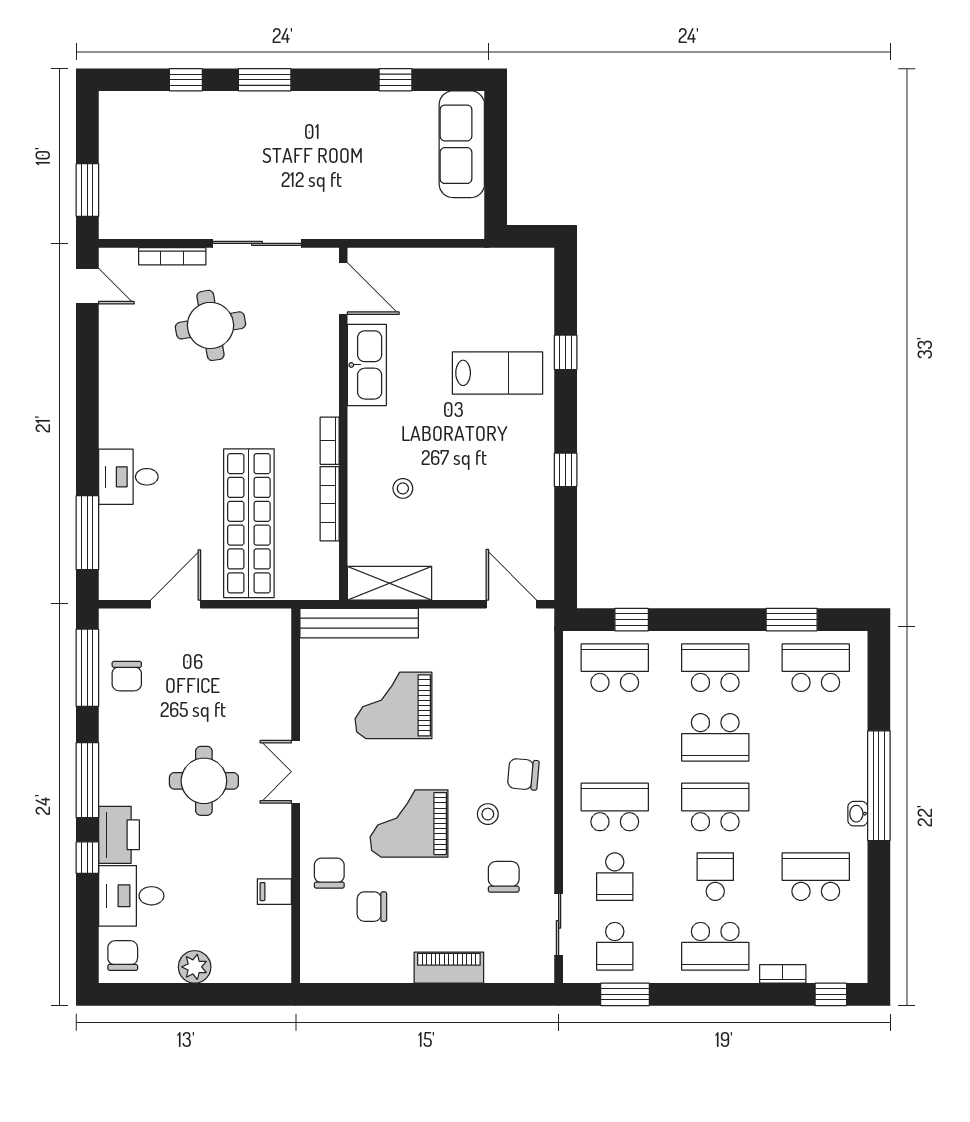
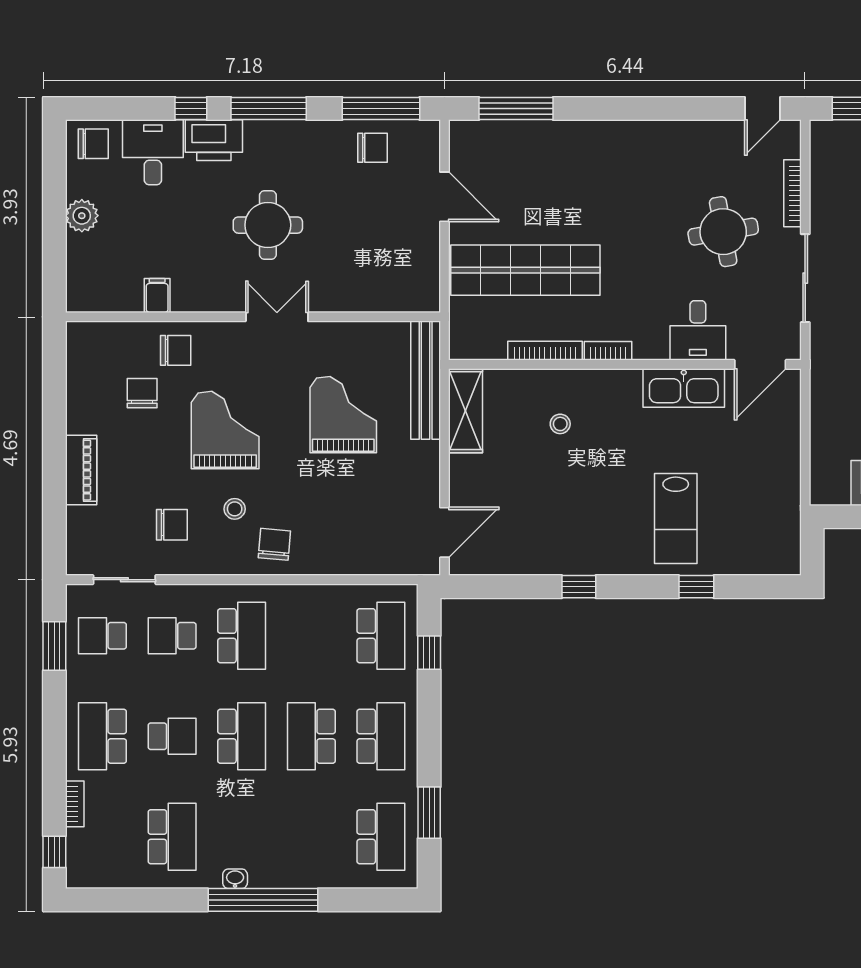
desk: (128, 477) -> (698, 330), moved, turned 180
chair: (127, 676) -> (373, 148), turned 180

